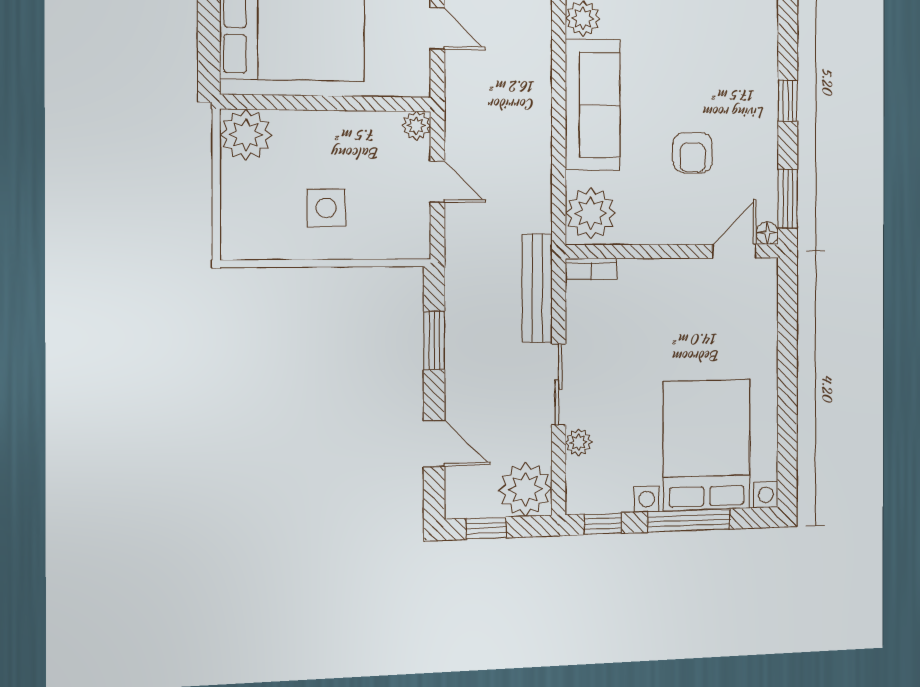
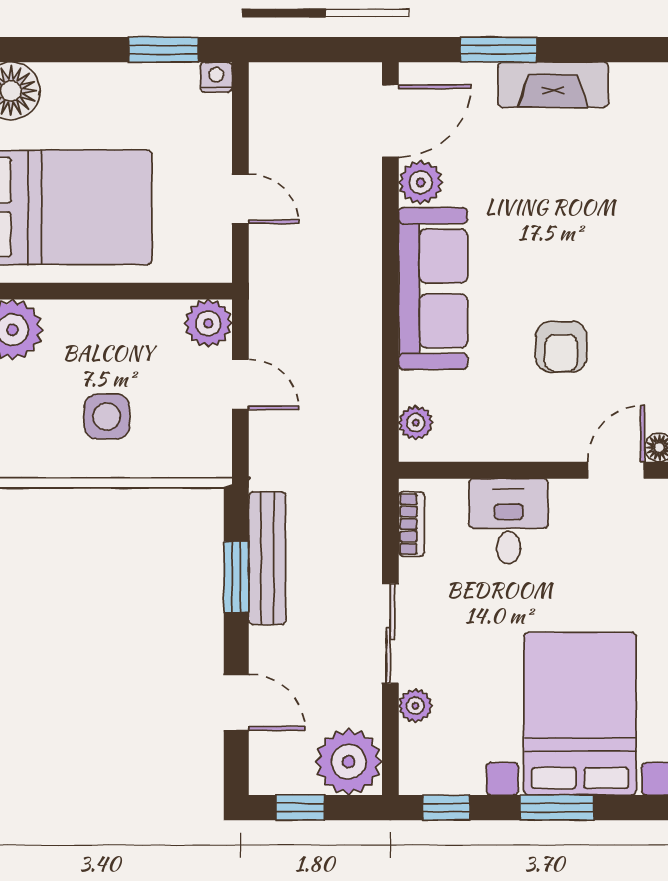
plant: (416, 126) -> (208, 323), width x1.38, depth x1.38
plant: (591, 213) -> (416, 423), width x0.53, depth x0.53
bookcase: (591, 269) -> (412, 524), moved, turned -90
bench: (537, 288) -> (267, 558), moved
desk: (652, 292) -> (509, 521), added
window: (689, 520) -> (557, 808), width x0.69

